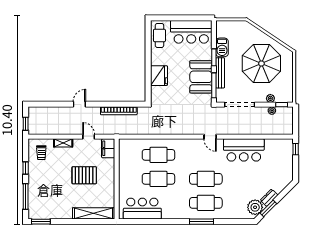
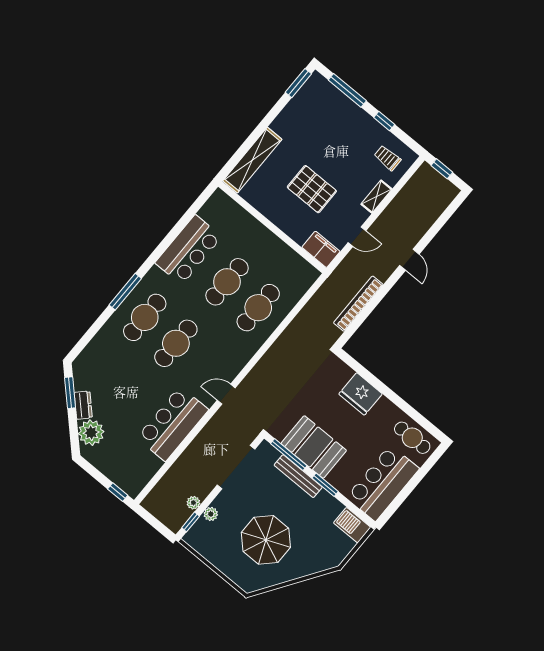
barbecue: (222, 47) -> (352, 525), moved
parasol: (261, 63) -> (266, 540), width x0.73, depth x0.73
pallet: (84, 175) -> (312, 189), turned 90
plant: (255, 207) -> (91, 433), moved
bar counter: (142, 209) -> (189, 250), moved

